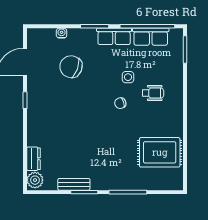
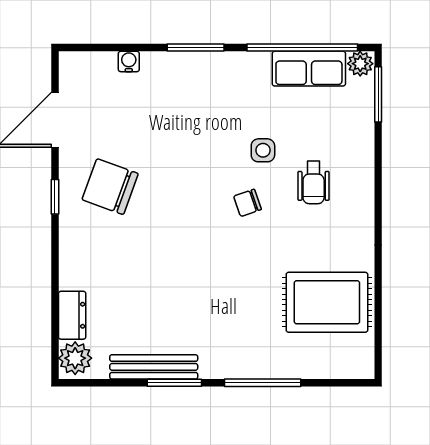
plant: (176, 34) -> (360, 64), added
row of seats: (114, 36) -> (235, 68), removed
chair: (71, 67) -> (110, 187), moved
wheelchair: (153, 93) -> (314, 182), turned 90
bench: (74, 184) -> (154, 367), width x1.36

